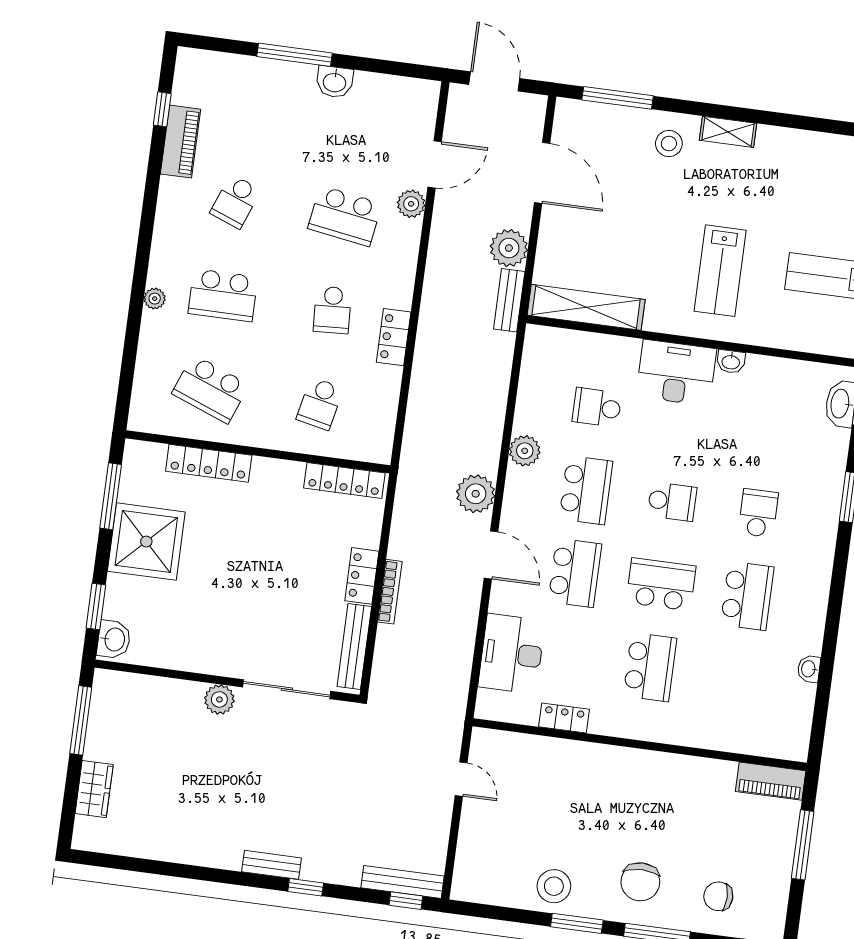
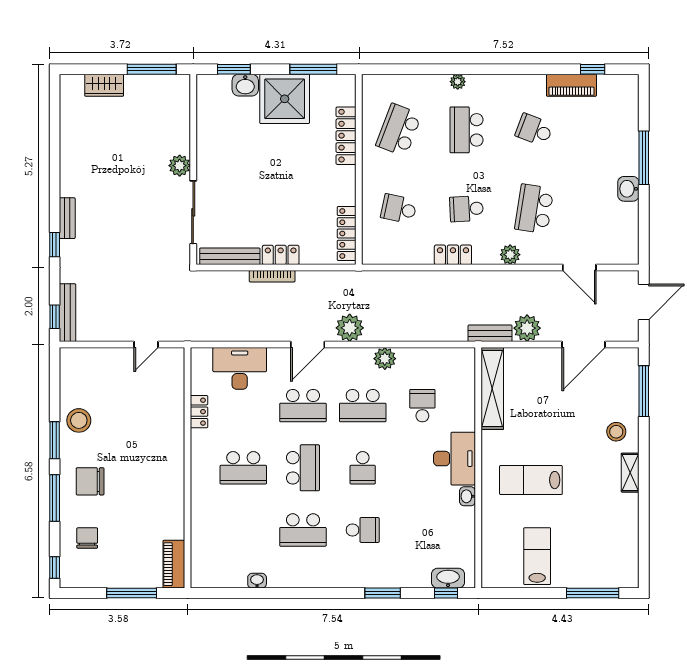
plant: (411, 204) -> (510, 255), moved
washbasin: (114, 639) -> (245, 85), moved

